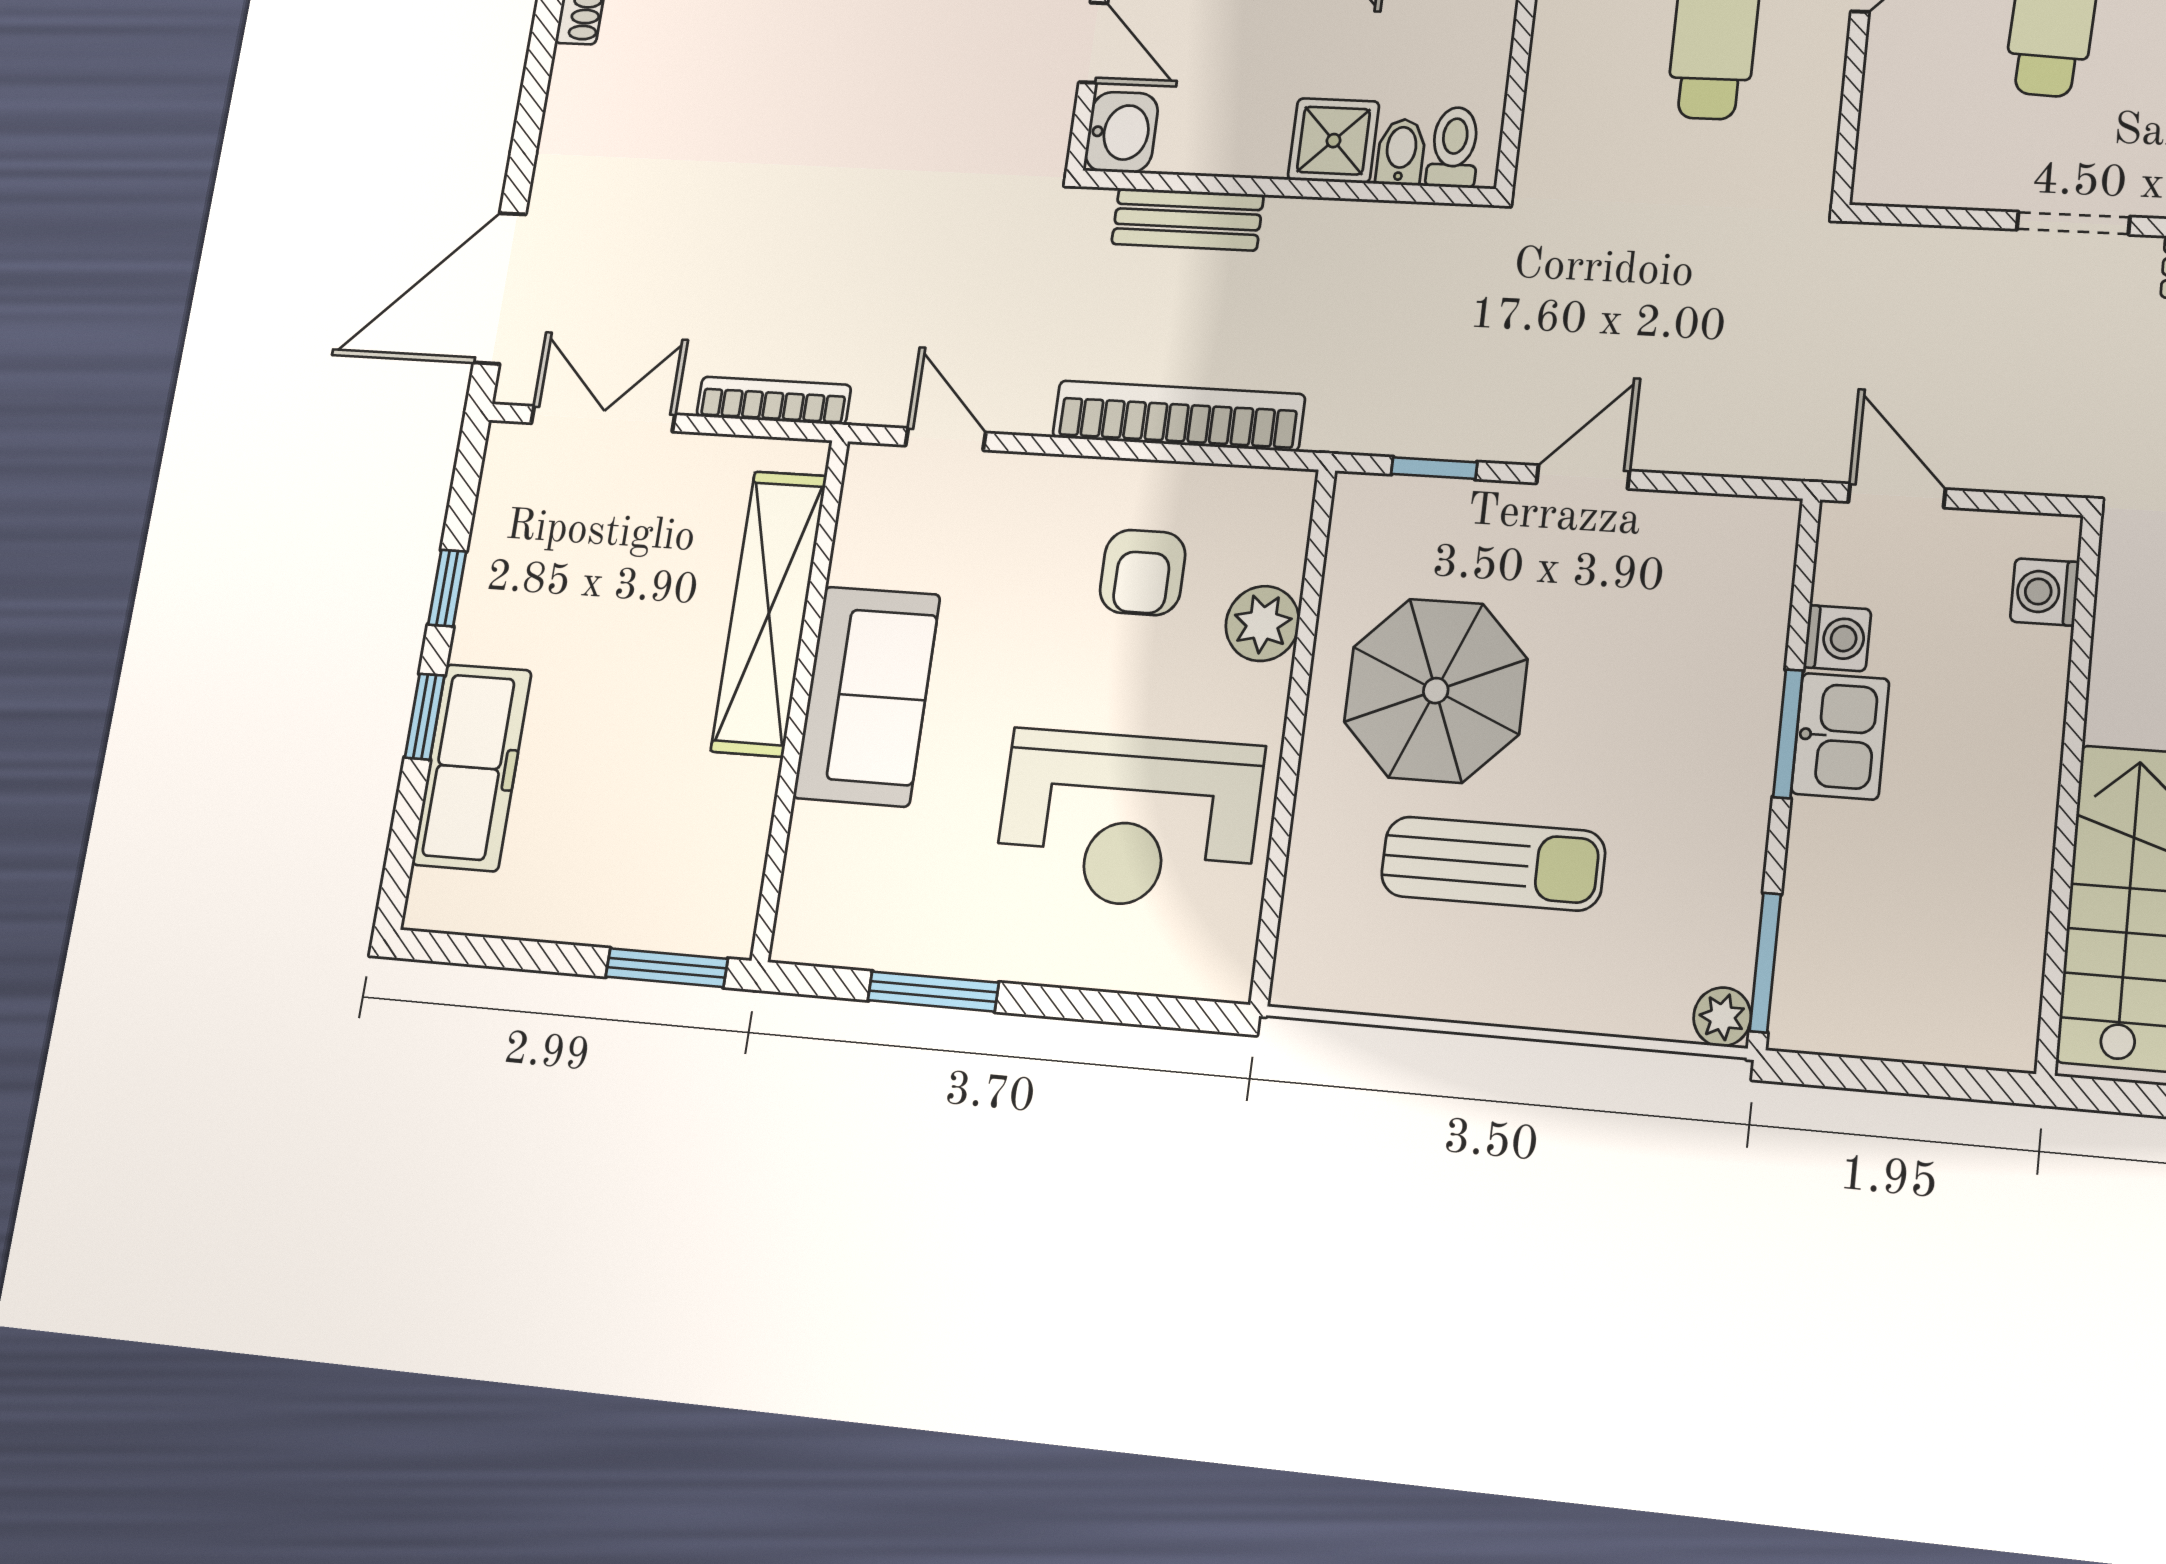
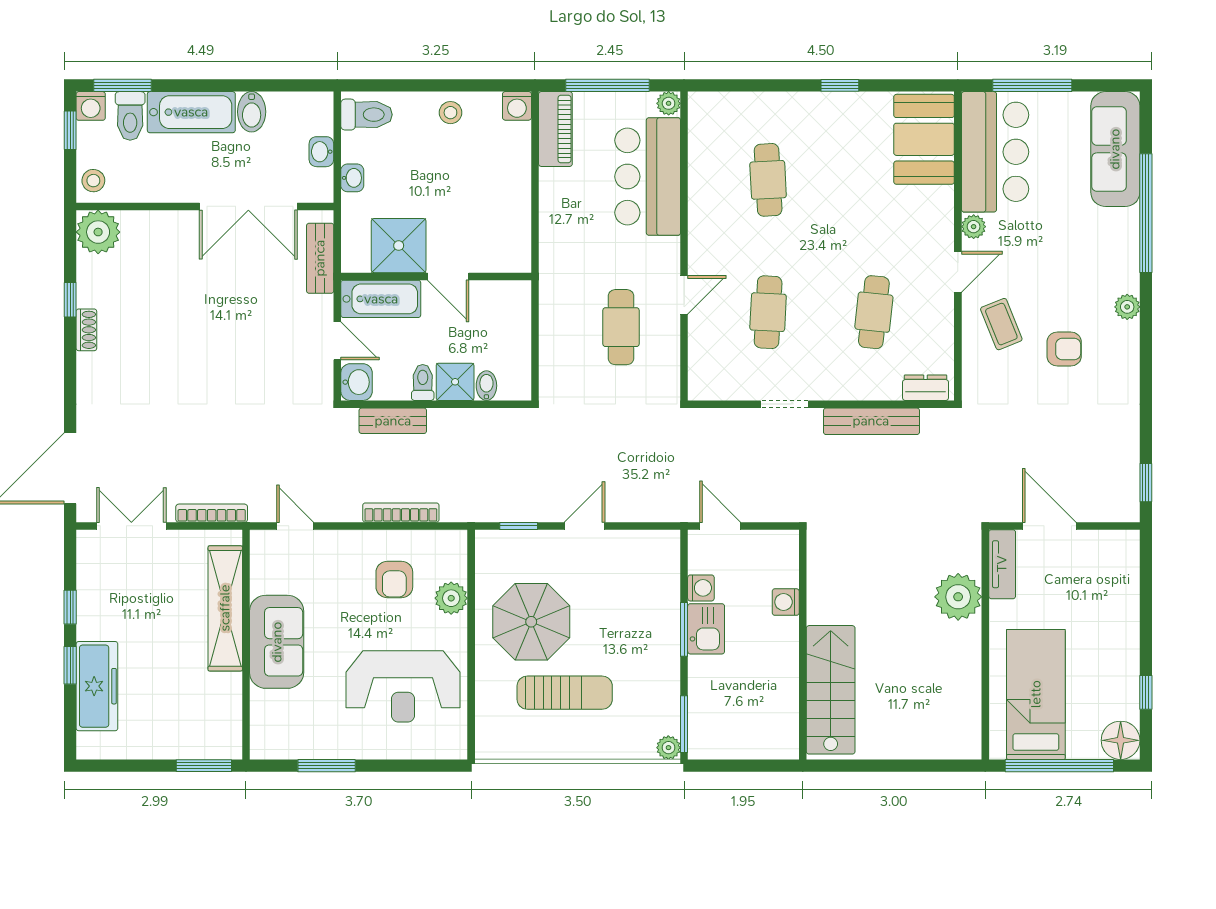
toilet: (1454, 147) -> (423, 382), moved
bookcase: (1178, 416) -> (401, 513), width x0.68, depth x0.76
washing machine: (2045, 592) -> (786, 602), moved

